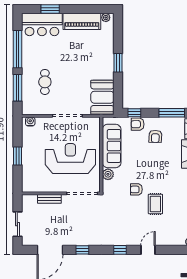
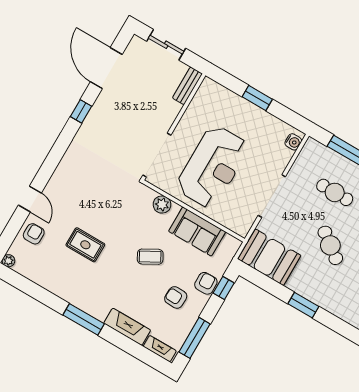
cafe table: (76, 67) -> (330, 245), added
sofa: (112, 146) -> (197, 232), width x0.73
coffee table: (141, 164) -> (150, 257), added
armchair: (136, 189) -> (34, 234), moved
bench: (49, 199) -> (187, 86), moved
window: (120, 250) -> (52, 162), removed

